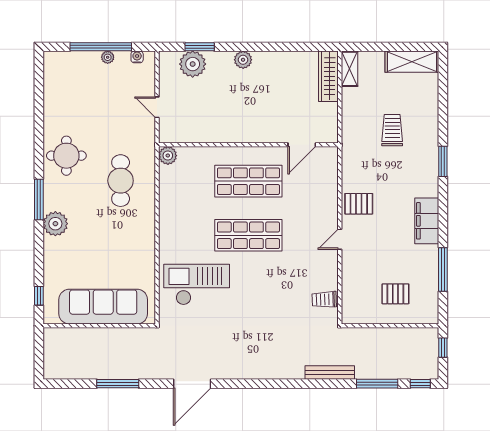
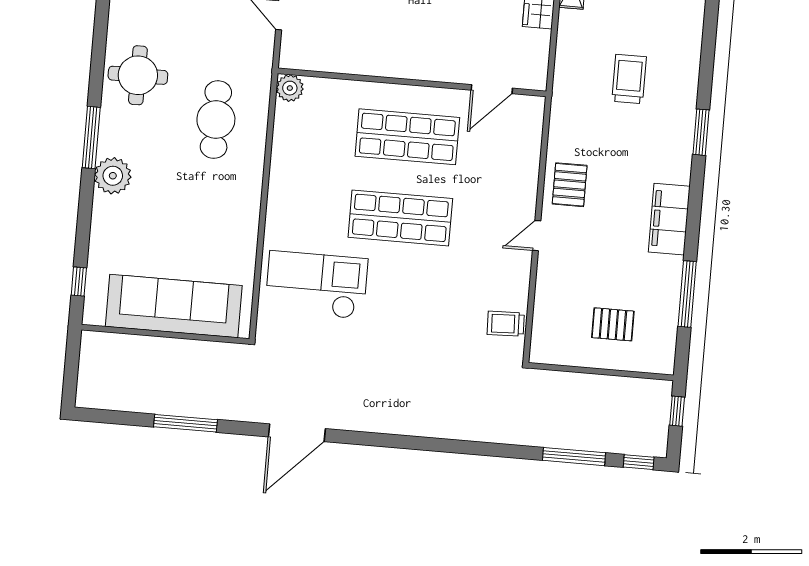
pallet: (359, 204) -> (570, 185), turned 90
bench: (330, 373) -> (504, 434), removed

